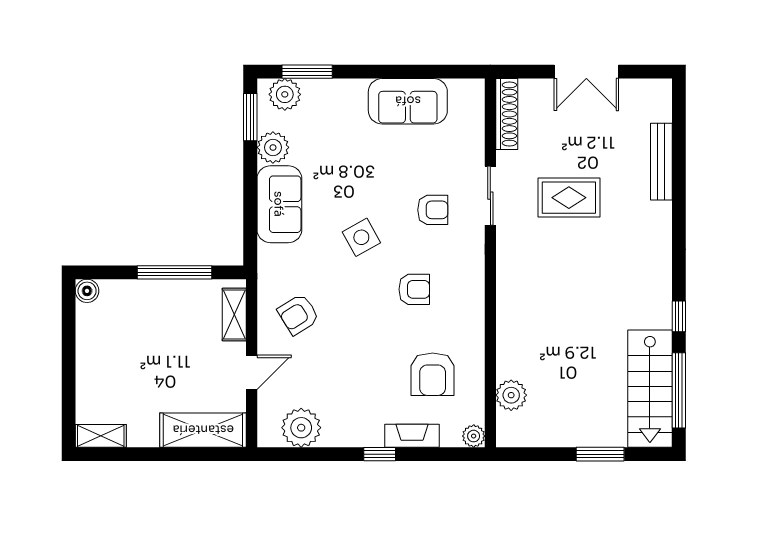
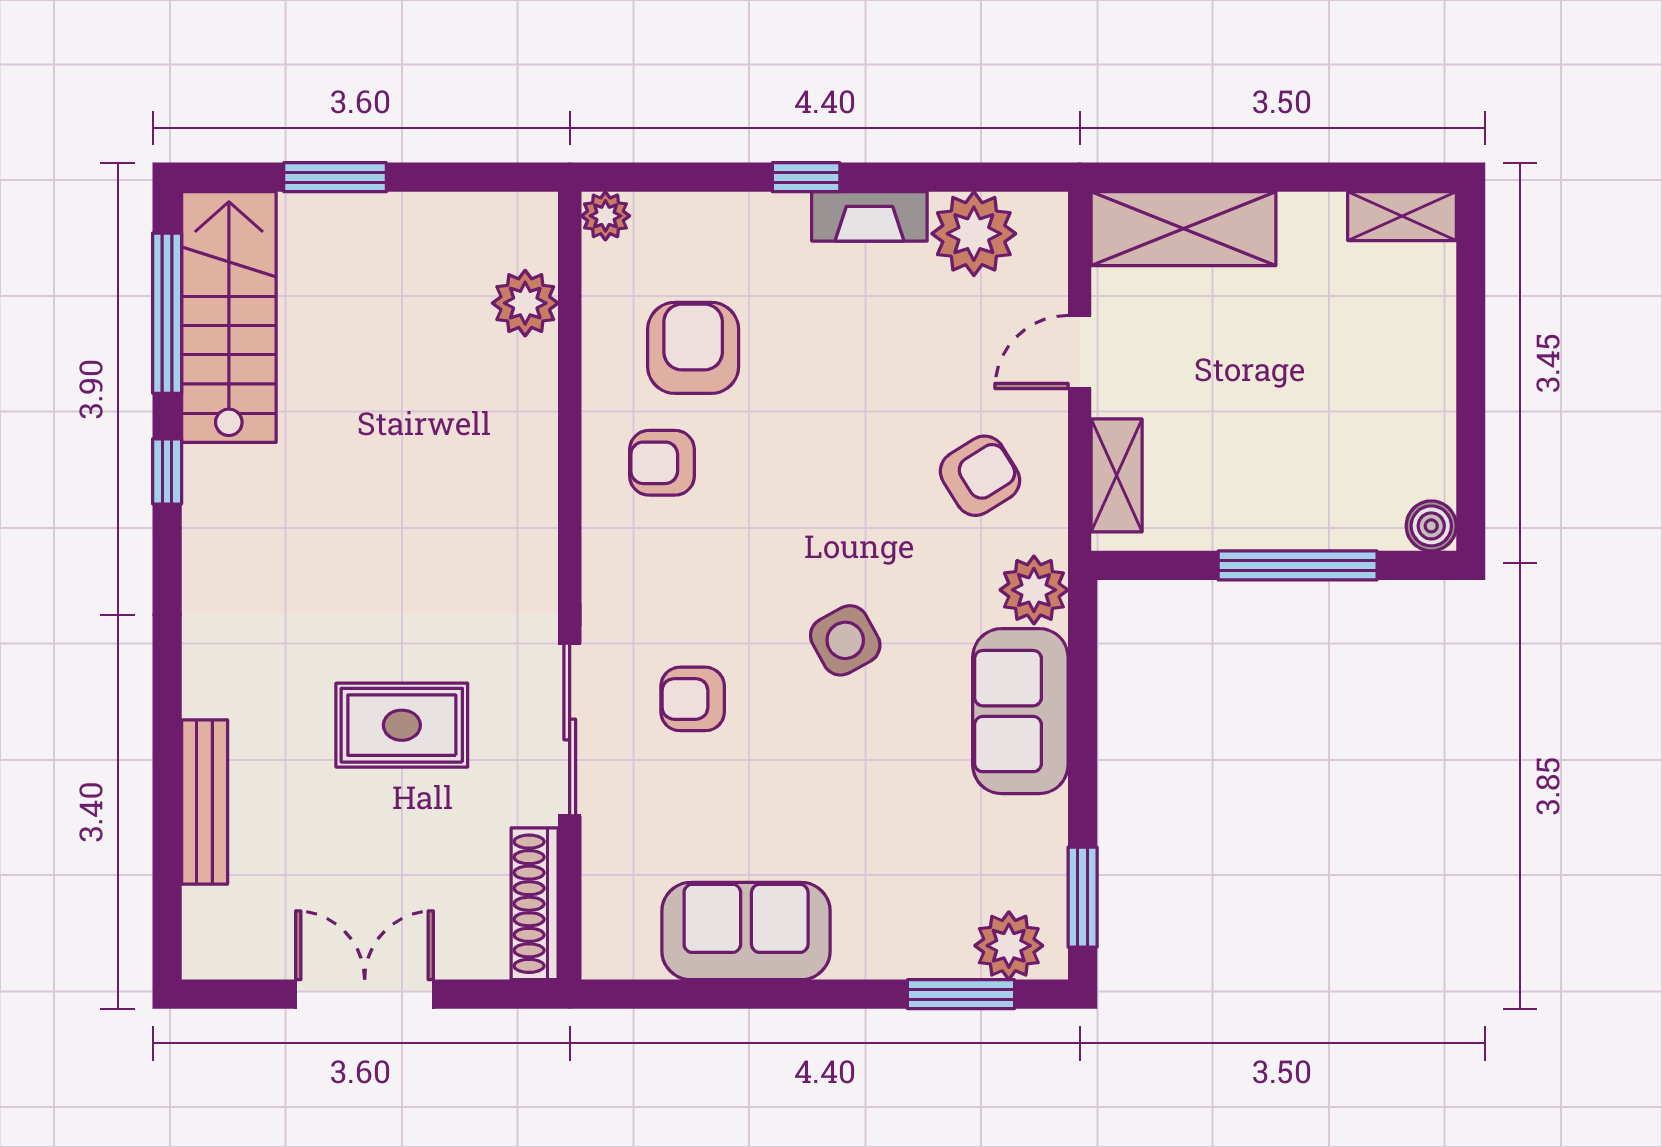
plant: (273, 147) -> (1034, 590), moved
sliding door: (490, 196) -> (570, 729), width x1.37
window: (175, 272) -> (1298, 565), moved
armchair: (414, 289) -> (662, 463), moved
fireplace: (412, 436) -> (869, 216), moved

